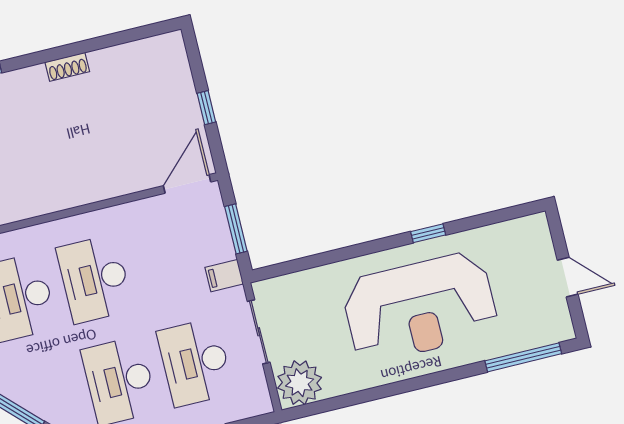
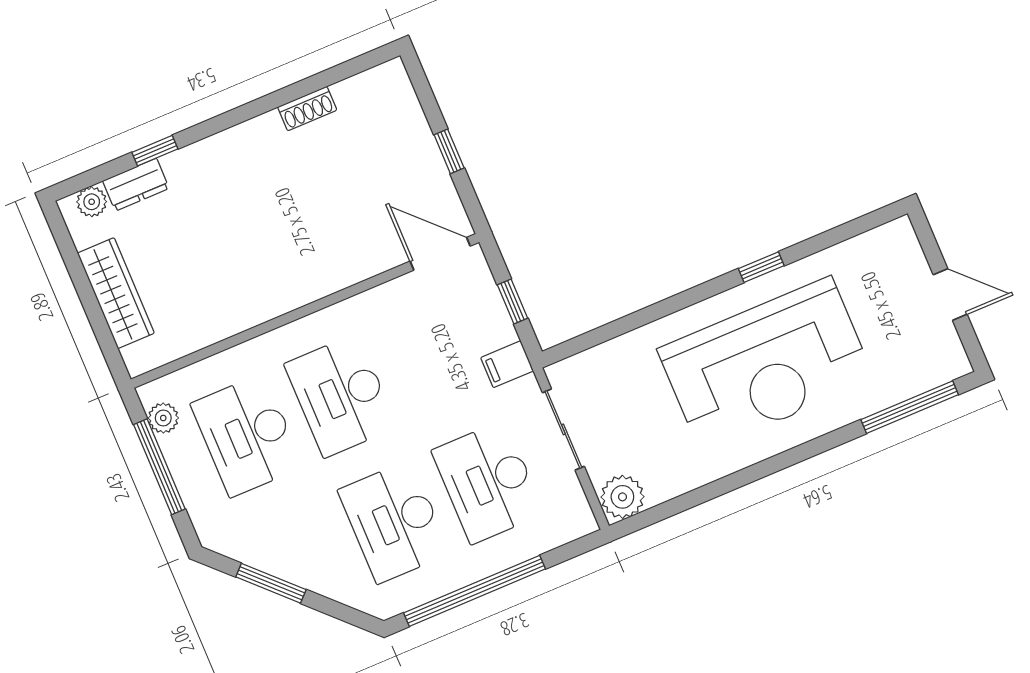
shoe rack: (67, 67) -> (307, 109), moved
door: (187, 184) -> (440, 254), hinge flipped
window: (236, 229) -> (513, 301), width x0.67
plant: (300, 383) -> (622, 497), width x0.73, depth x0.73

